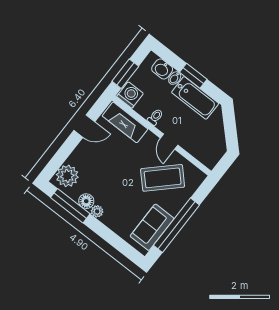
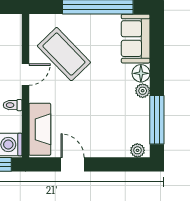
plant: (67, 176) -> (137, 150), width x0.53, depth x0.53
floor lamp: (86, 201) -> (141, 73), moved
sofa: (152, 227) -> (136, 39), moved, turned 90

